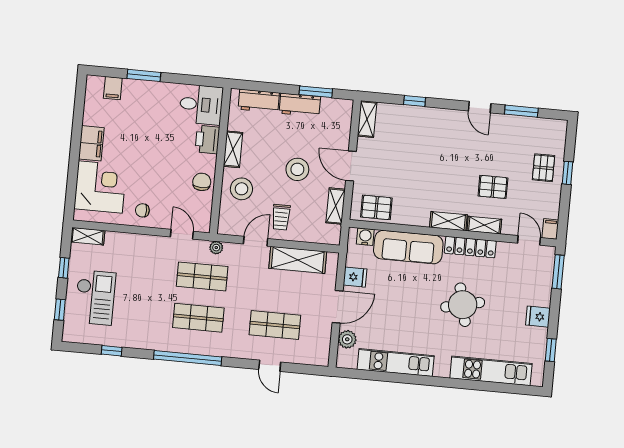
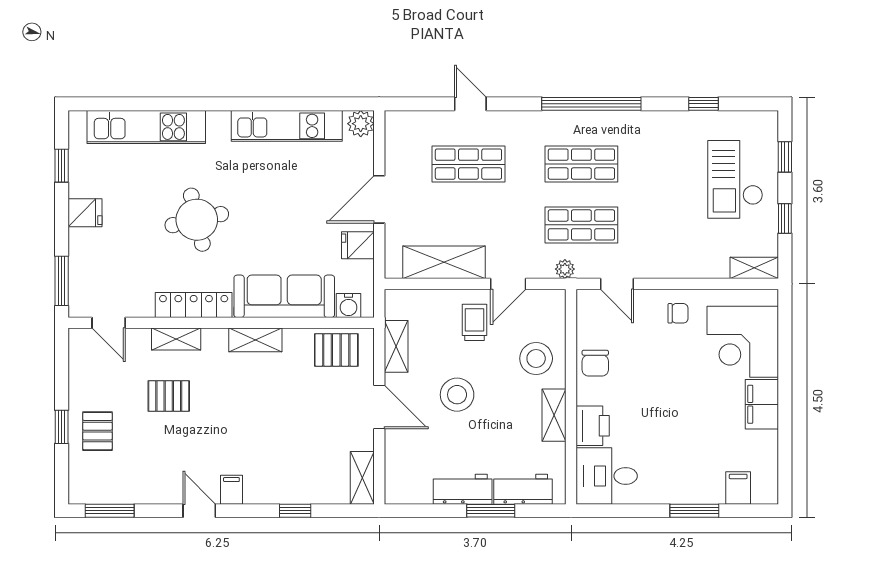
window: (316, 92) -> (491, 511), moved
window: (521, 111) -> (110, 511), moved
shelving: (448, 221) -> (255, 340), moved
filing cabinet: (550, 229) -> (231, 490), moved, turned 180
plant: (347, 339) -> (361, 124), moved

